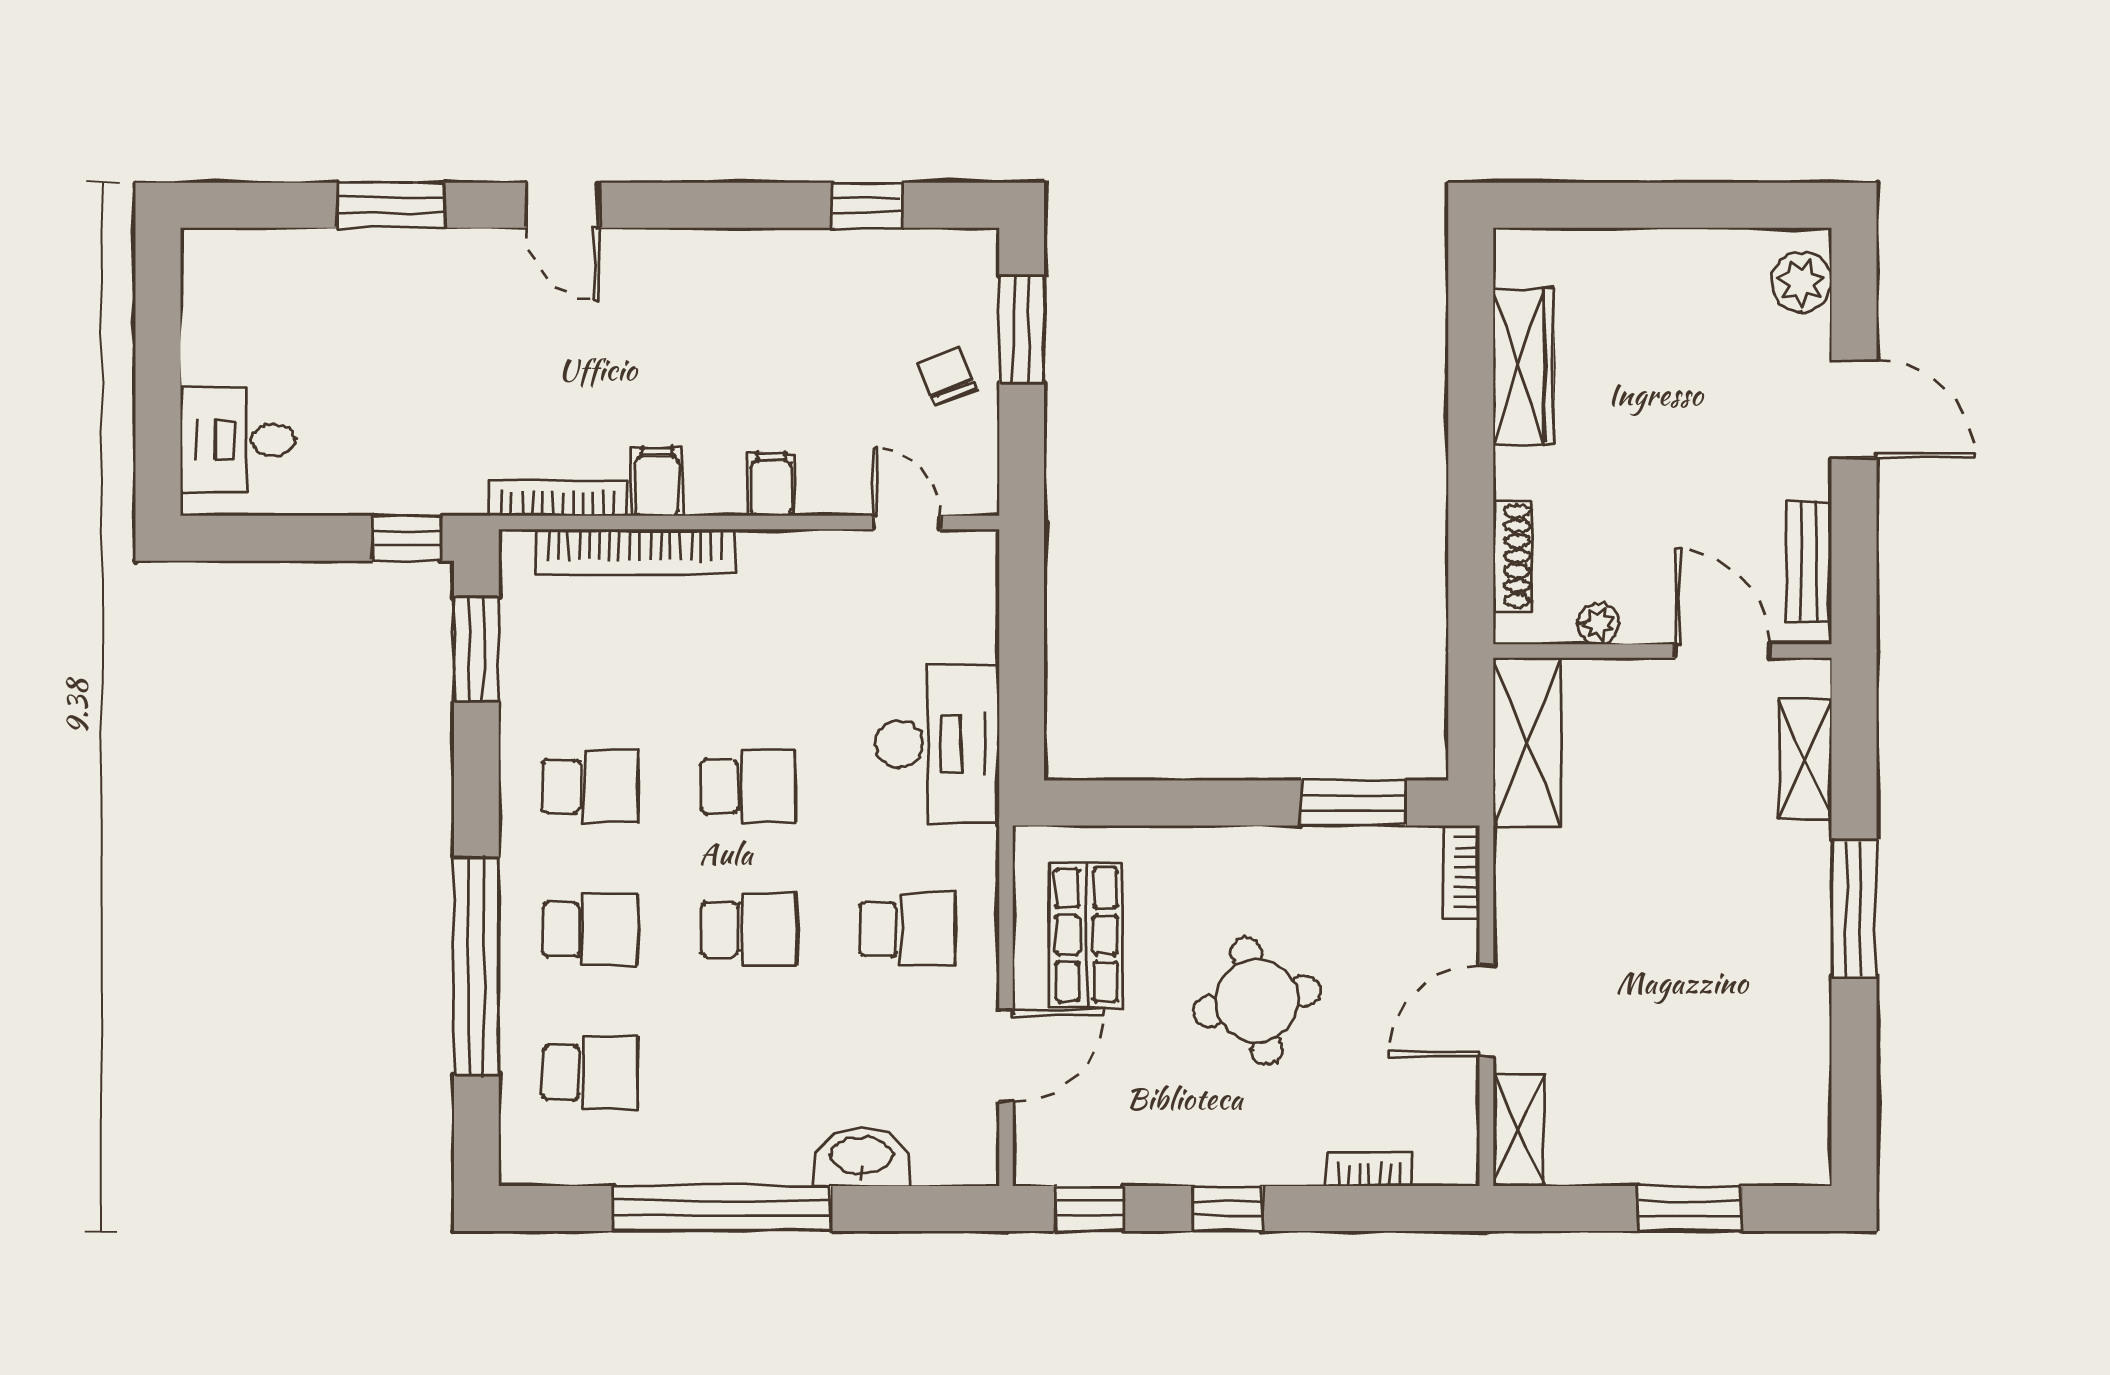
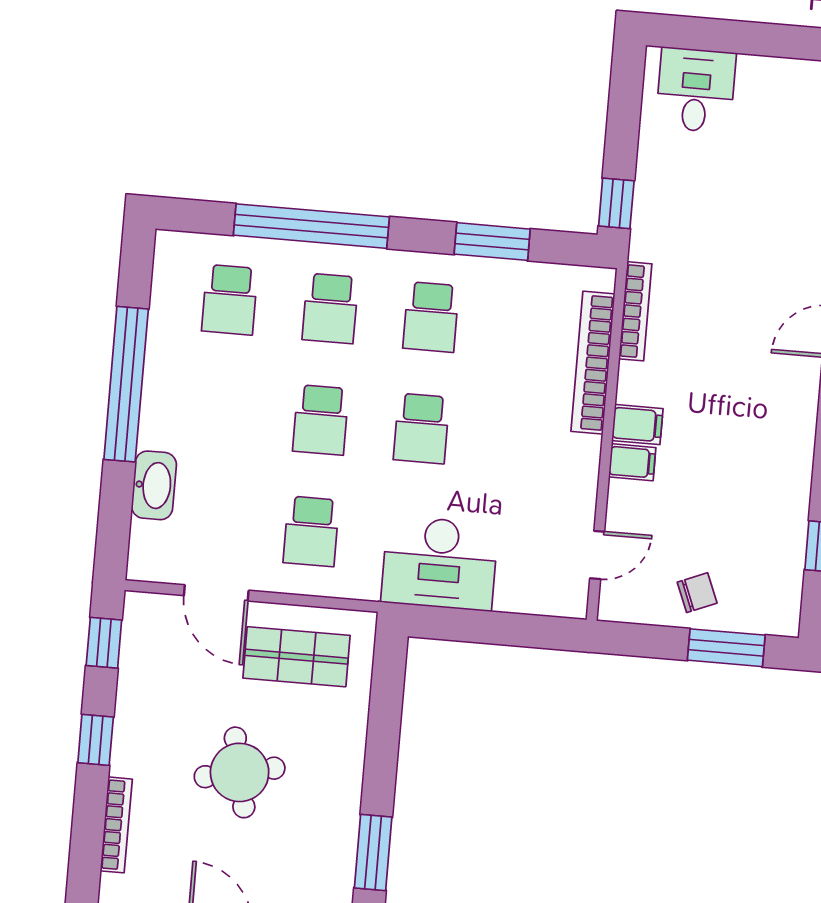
filing cabinet: (657, 482) -> (637, 425), moved
window: (476, 649) -> (492, 242), moved
bookcase: (1370, 1169) -> (116, 825), width x1.56

